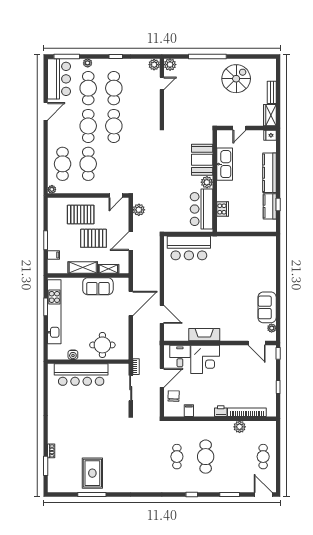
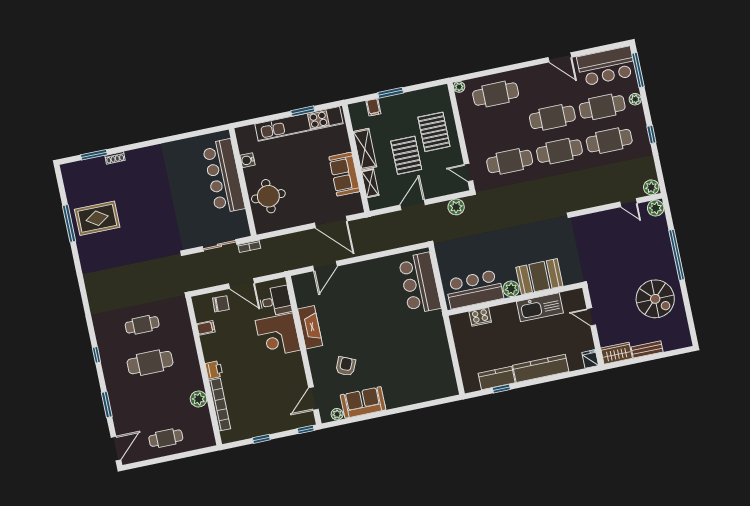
cafe table: (88, 164) -> (510, 161), moved
door: (131, 241) -> (413, 205), hinge flipped
armchair: (238, 315) -> (346, 366), added

